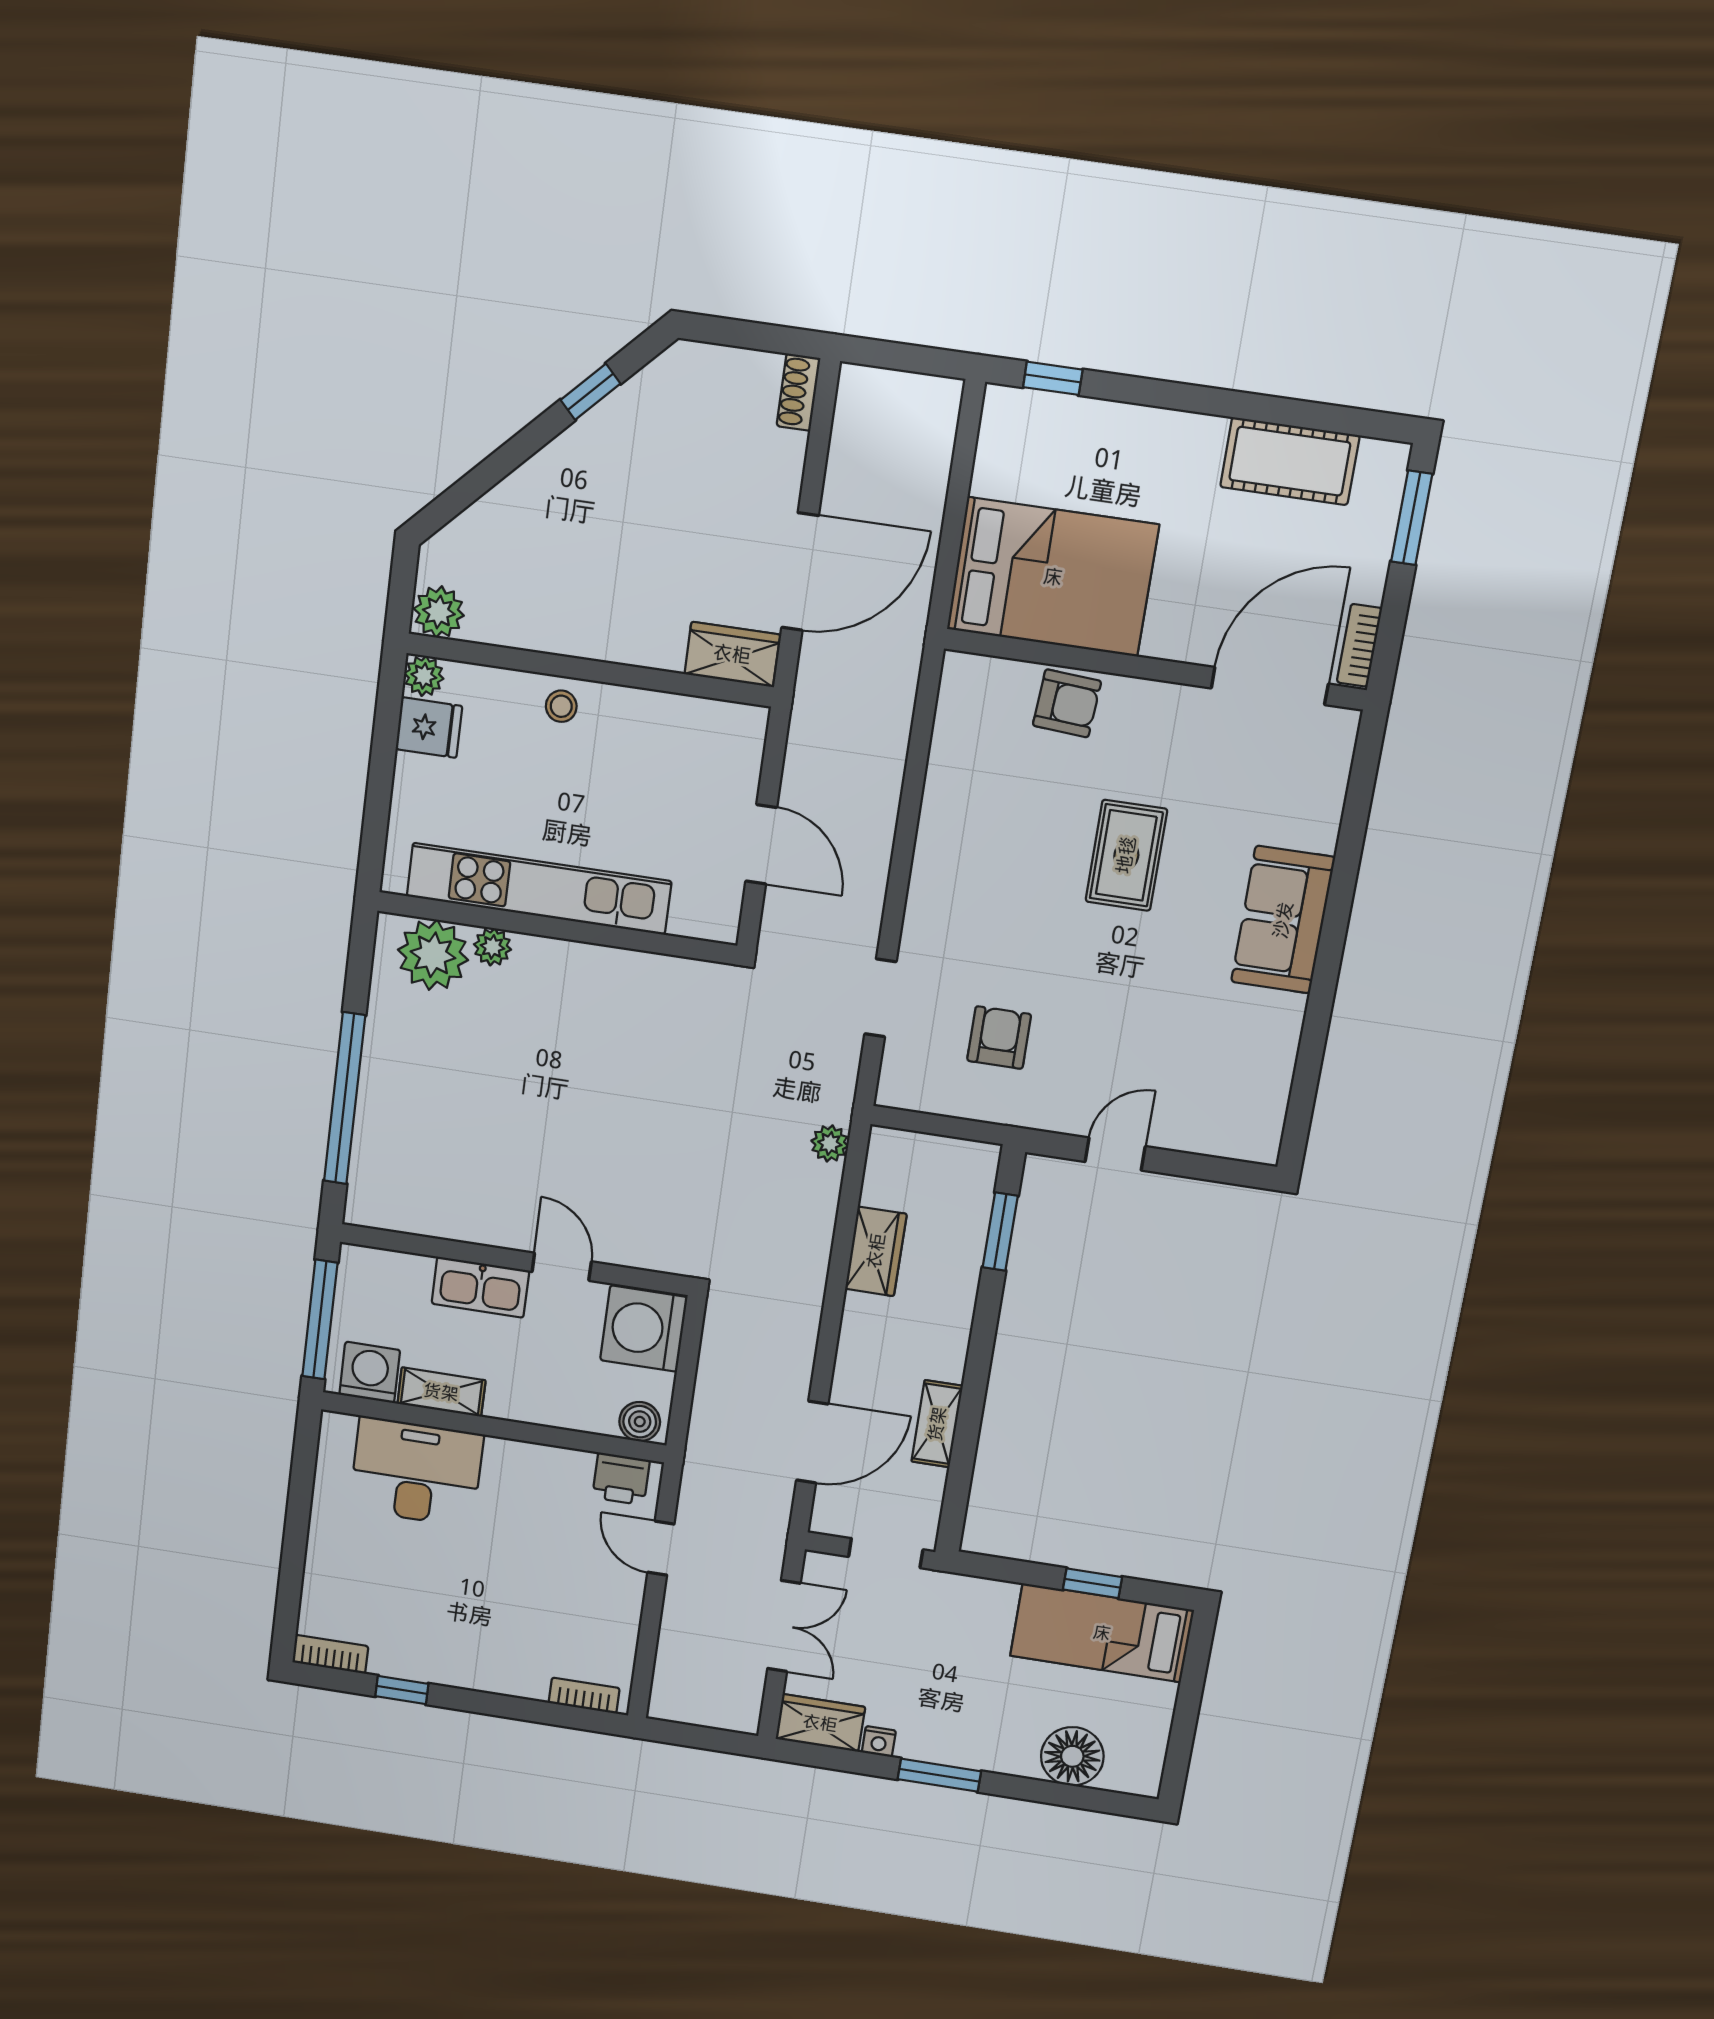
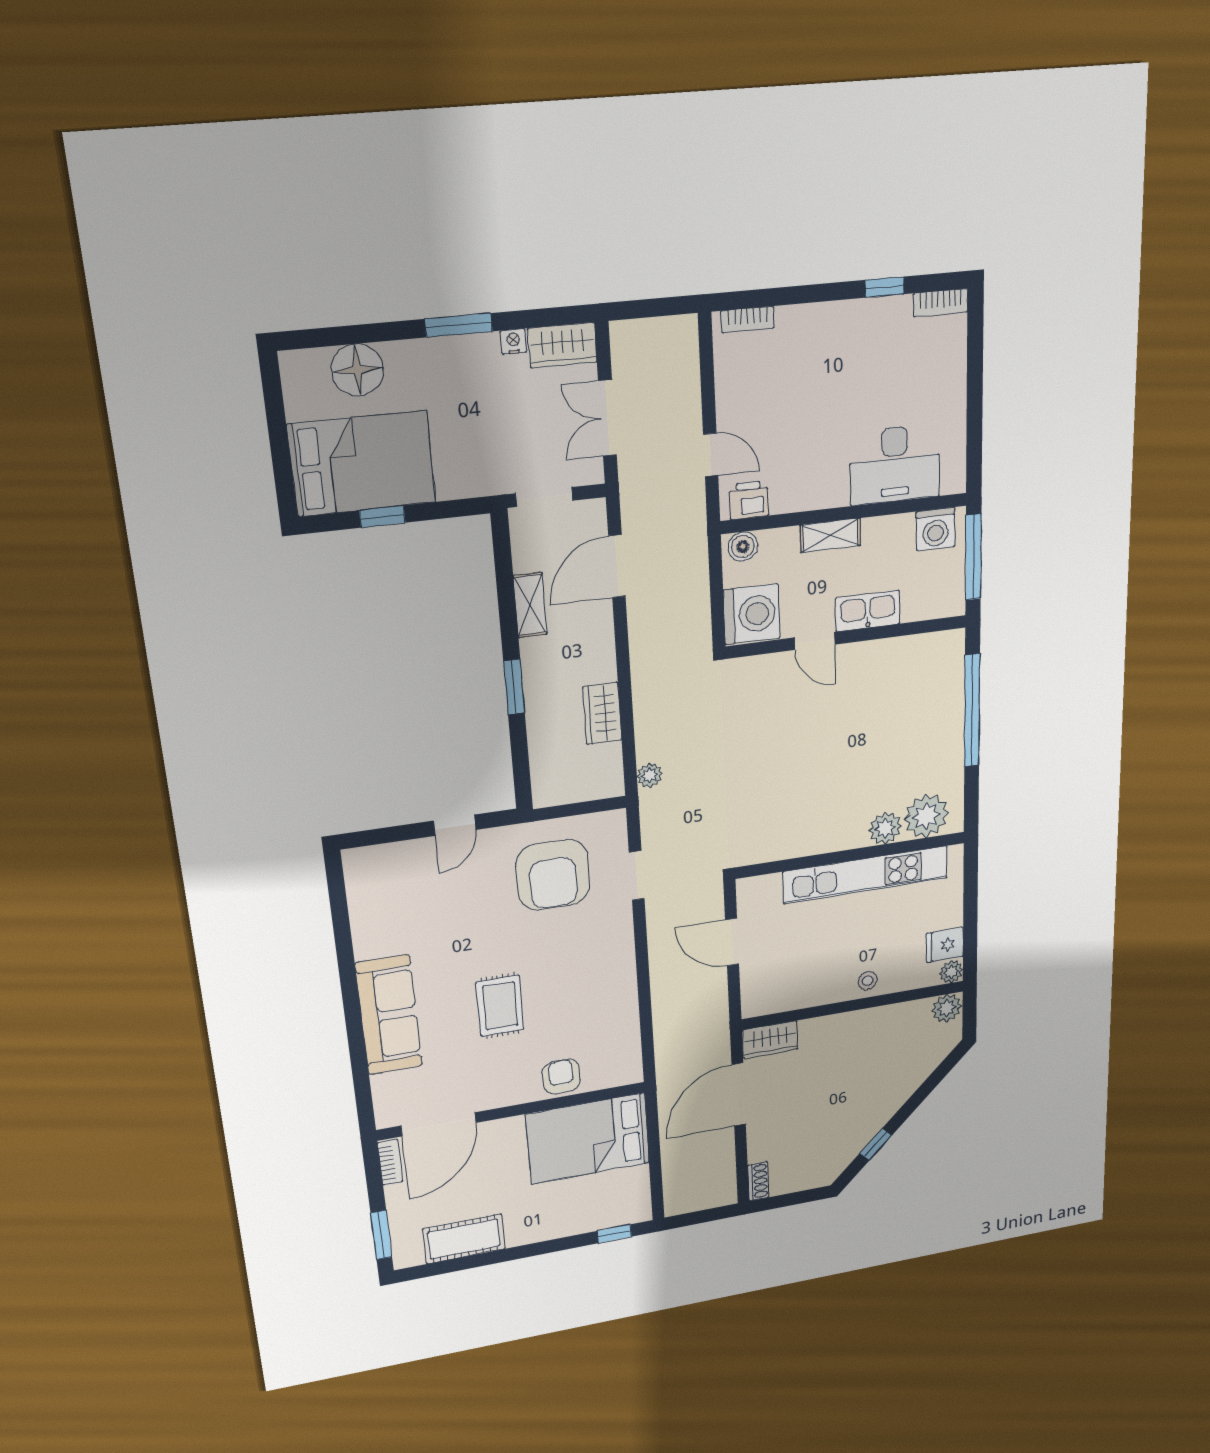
armchair: (1067, 703) -> (561, 1077), turned 84
sofa: (1283, 920) -> (389, 1015), width x1.36
plant: (492, 947) -> (885, 828), width x1.38, depth x1.38
armchair: (999, 1038) -> (553, 875), width x1.88, depth x1.88
window: (1000, 1232) -> (514, 687), moved
shelving: (441, 1392) -> (830, 535), moved
bed: (1102, 1633) -> (362, 464), width x1.50

